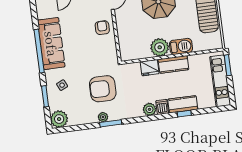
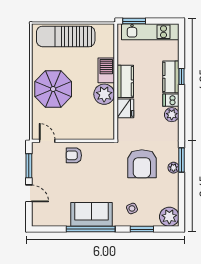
sofa: (51, 44) -> (92, 214), width x0.73

